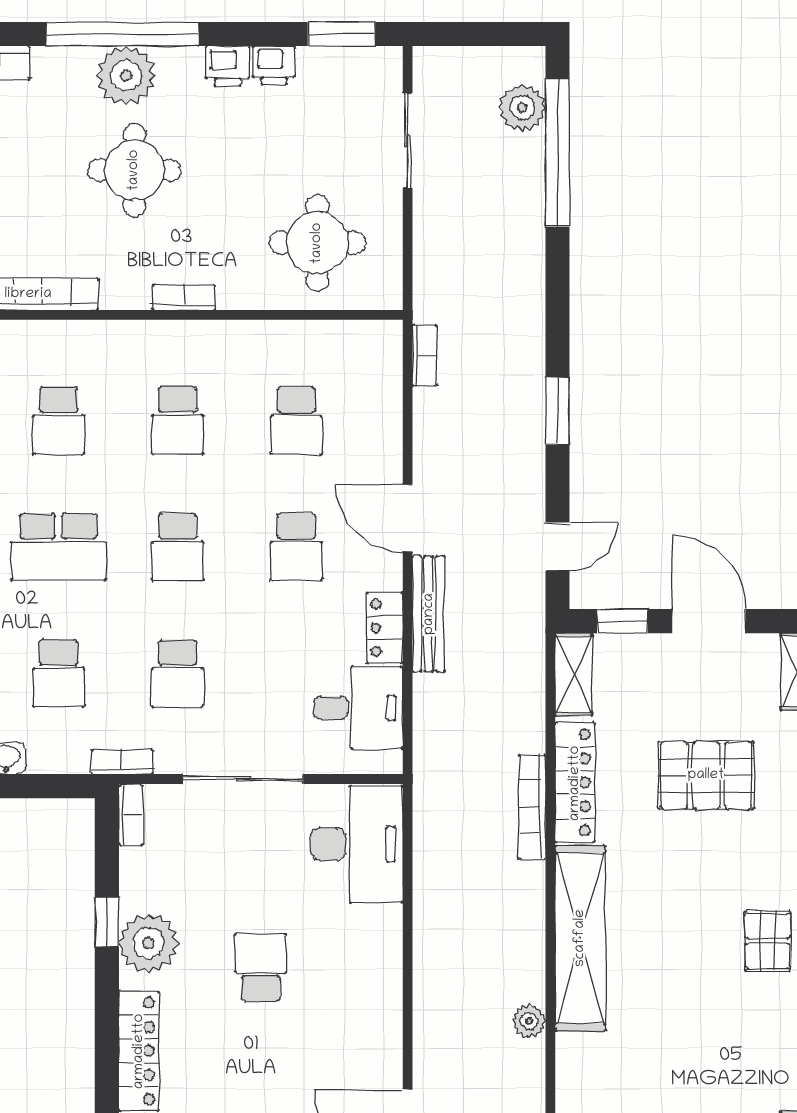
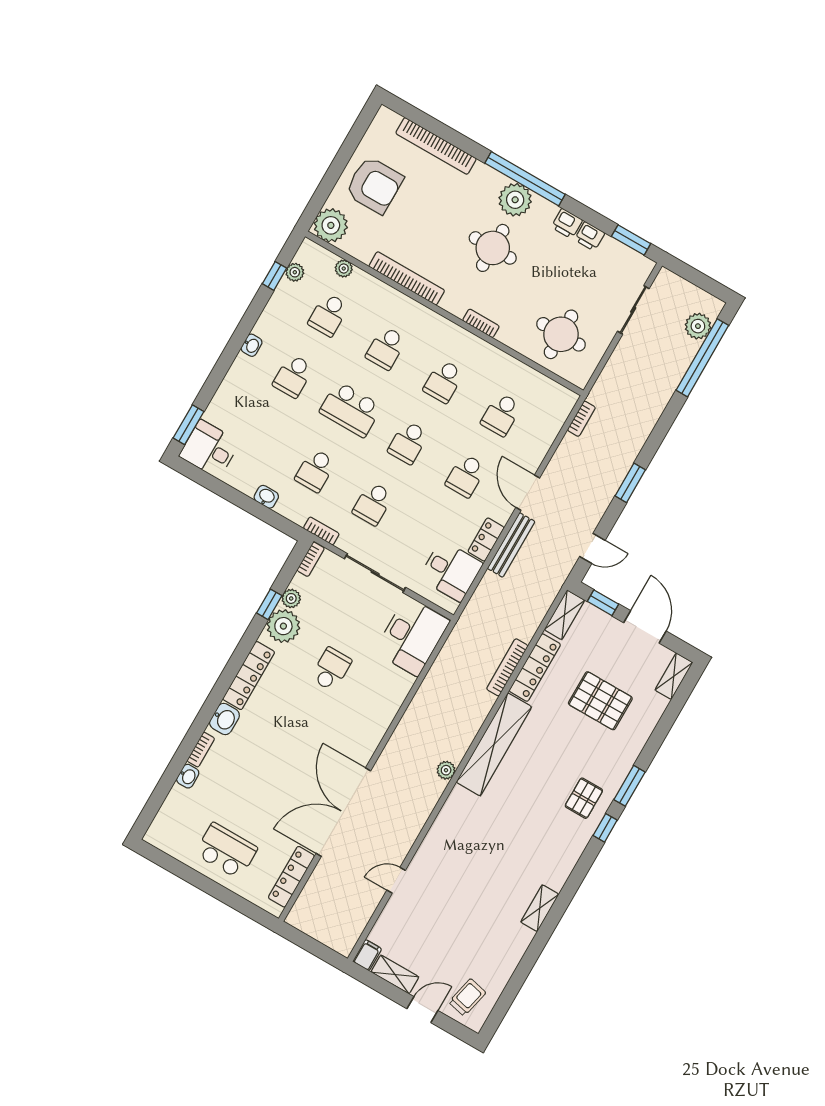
plant: (136, 893) -> (291, 598), added

